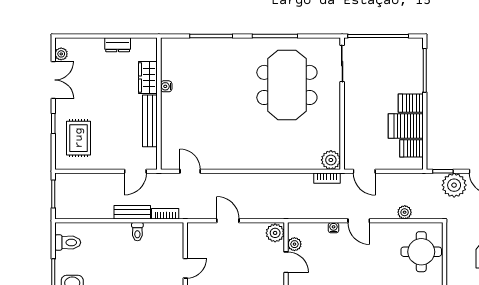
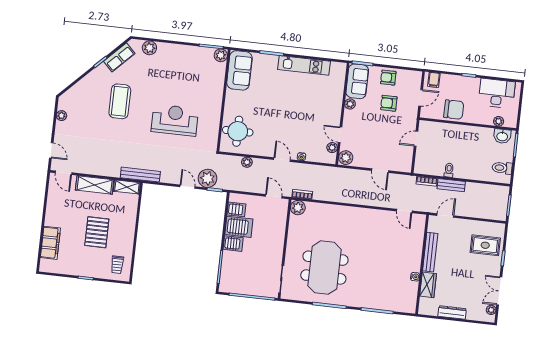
dresser: (118, 45) -> (452, 312), width x1.44
rug: (79, 138) -> (485, 245), turned 90

